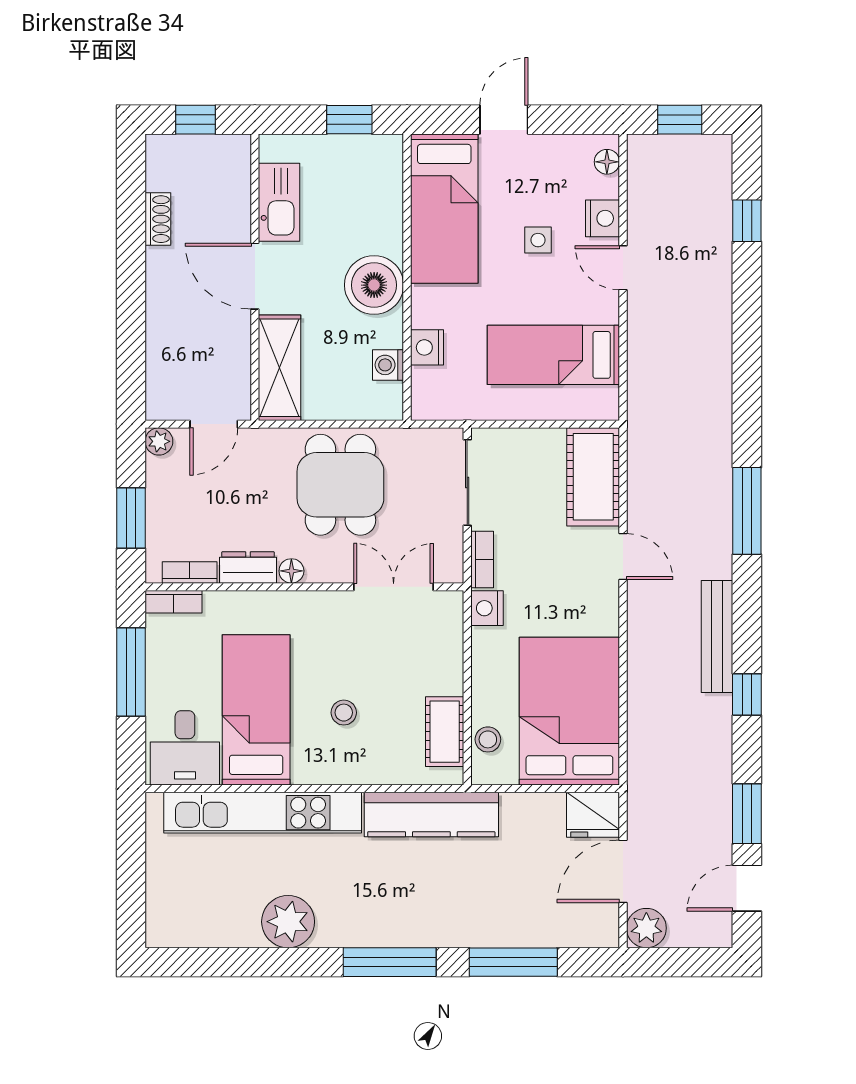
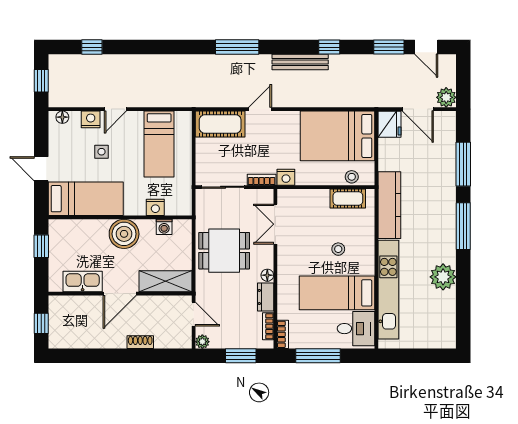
shoe rack: (158, 219) -> (140, 342), moved

